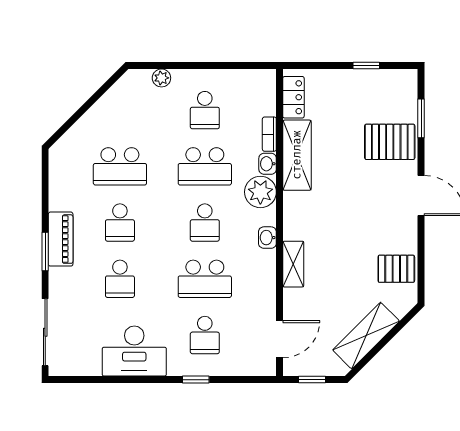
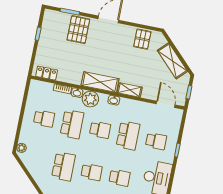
plant: (161, 78) -> (21, 148), moved
shelving: (297, 155) -> (100, 82), moved

